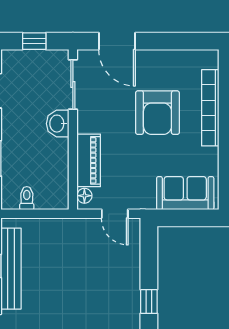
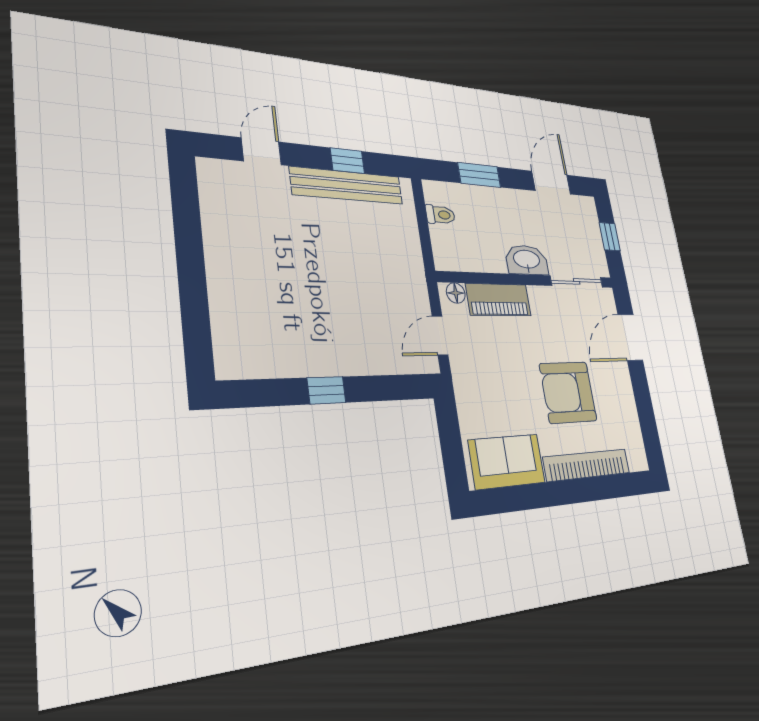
washbasin: (58, 124) -> (527, 260), width x1.38
sofa: (185, 193) -> (507, 461), moved, turned -90

